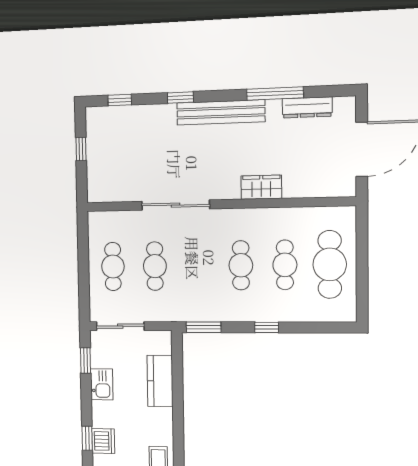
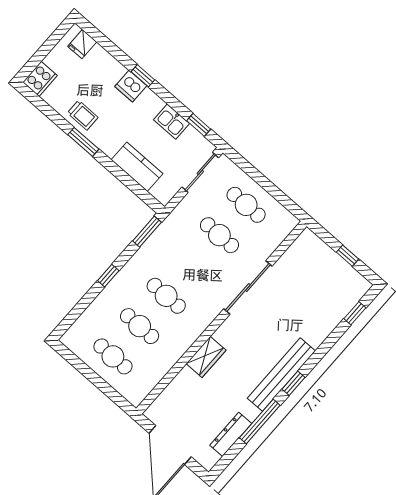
window: (180, 97) -> (294, 383), moved
cafe table: (330, 264) -> (113, 356), width x0.73, depth x0.74
window: (178, 442) -> (83, 142), added

